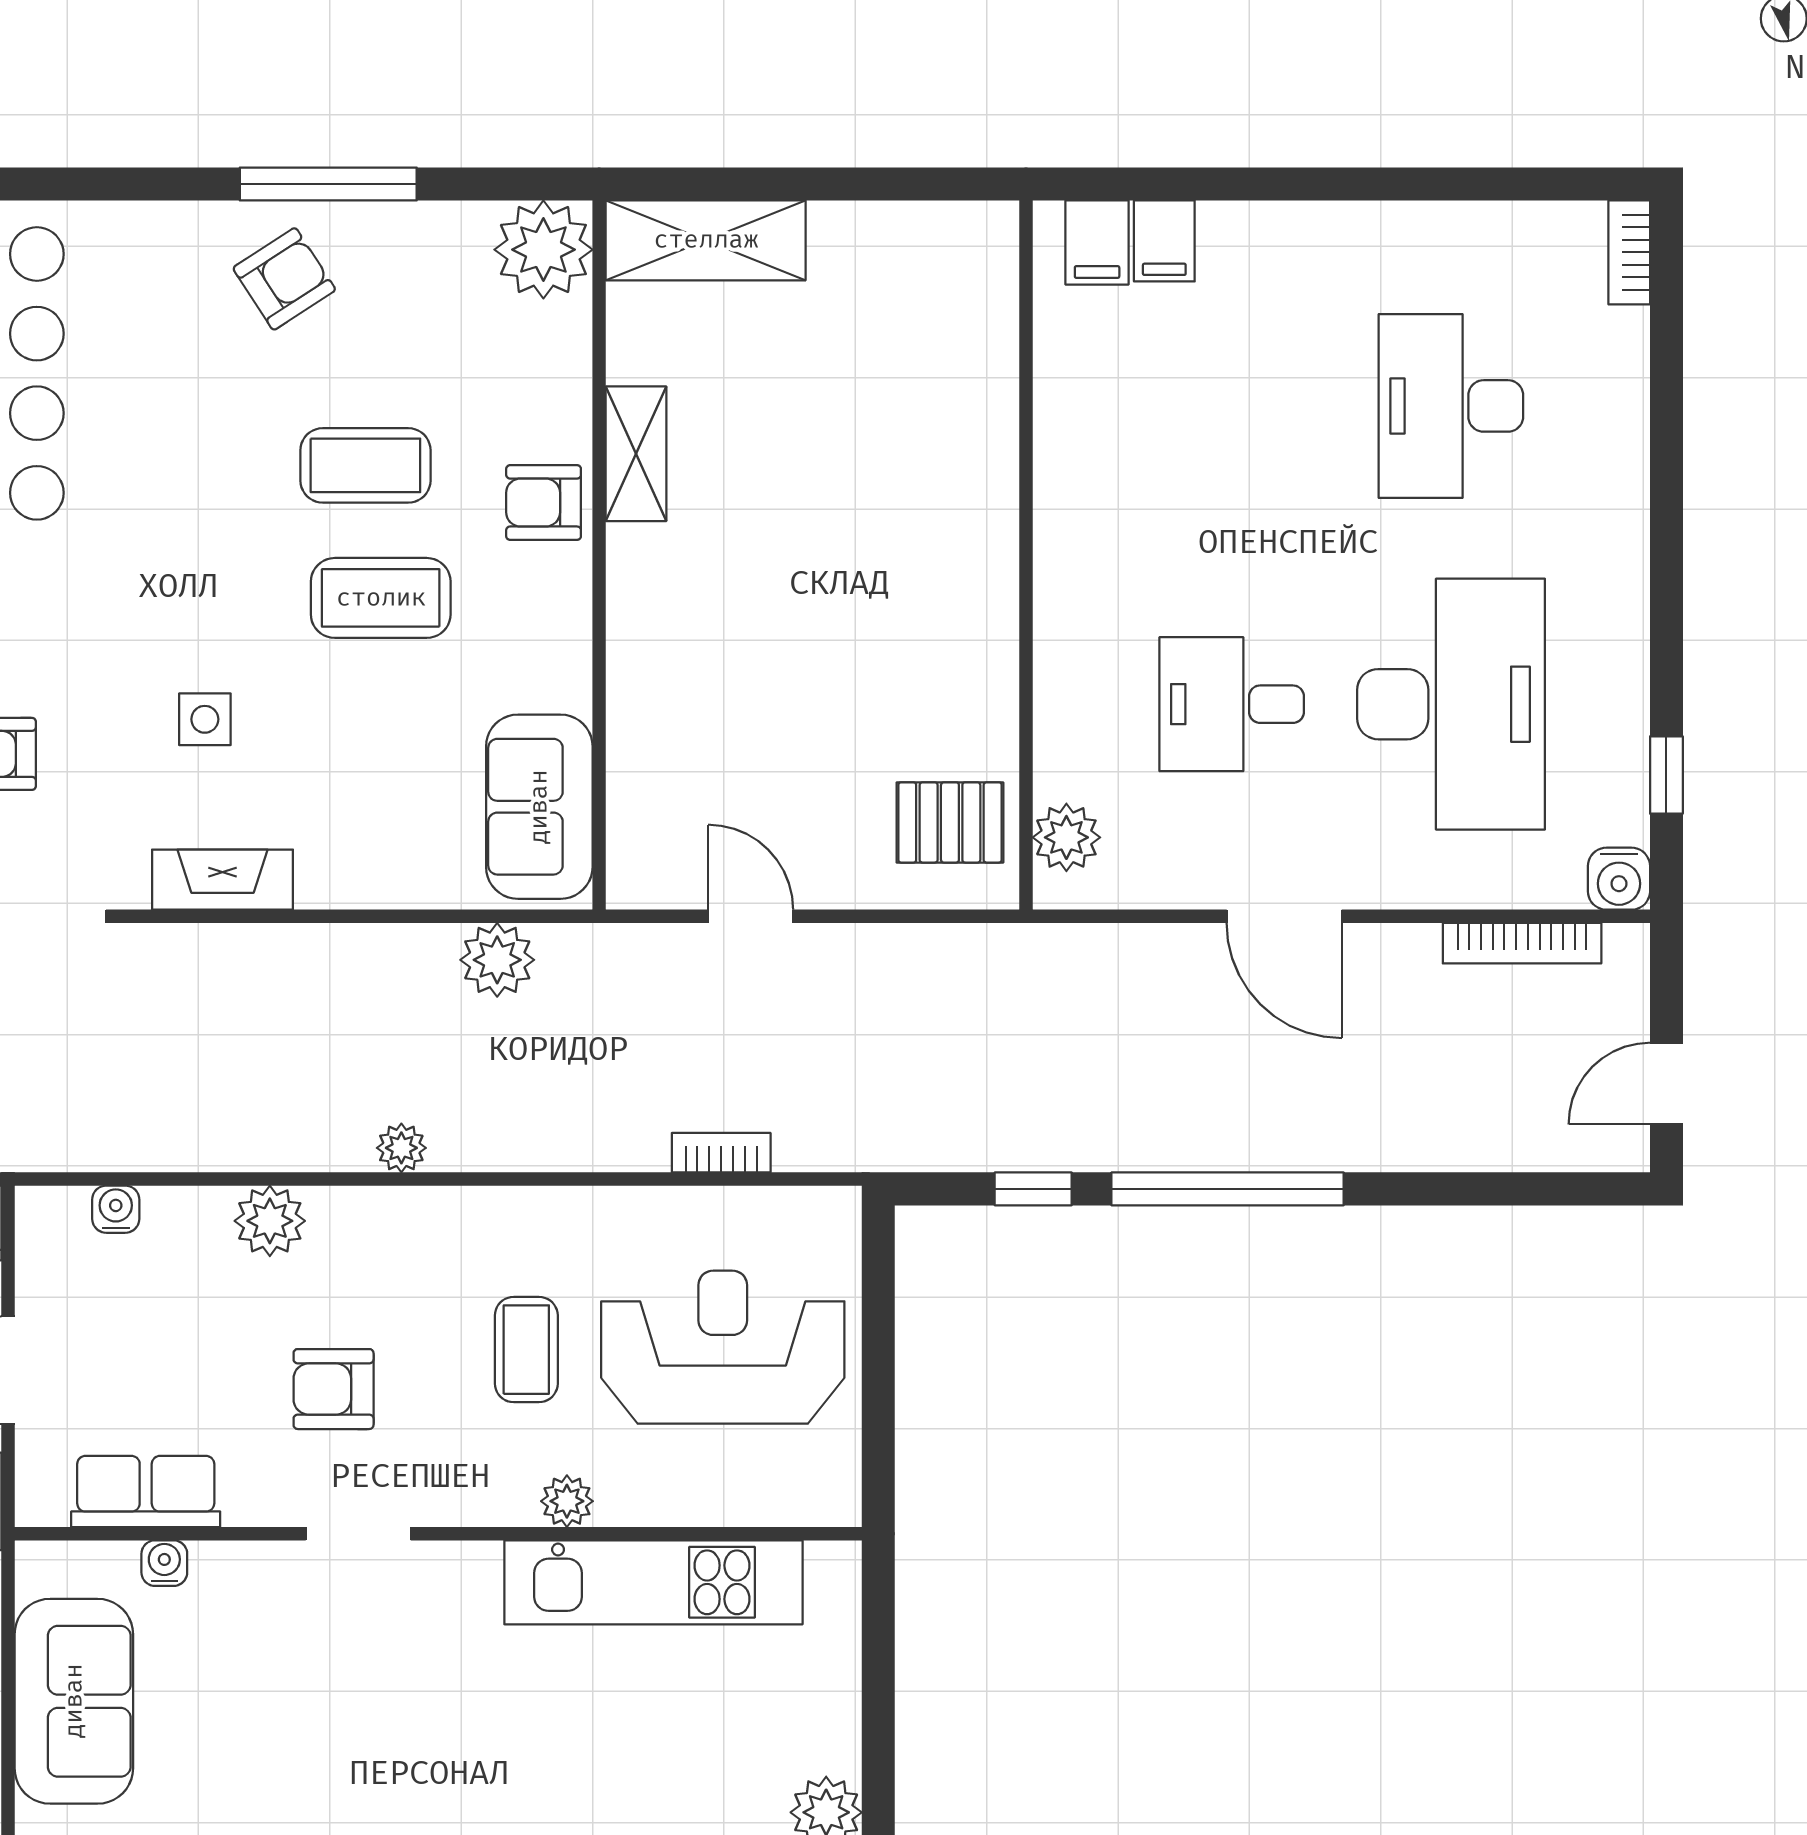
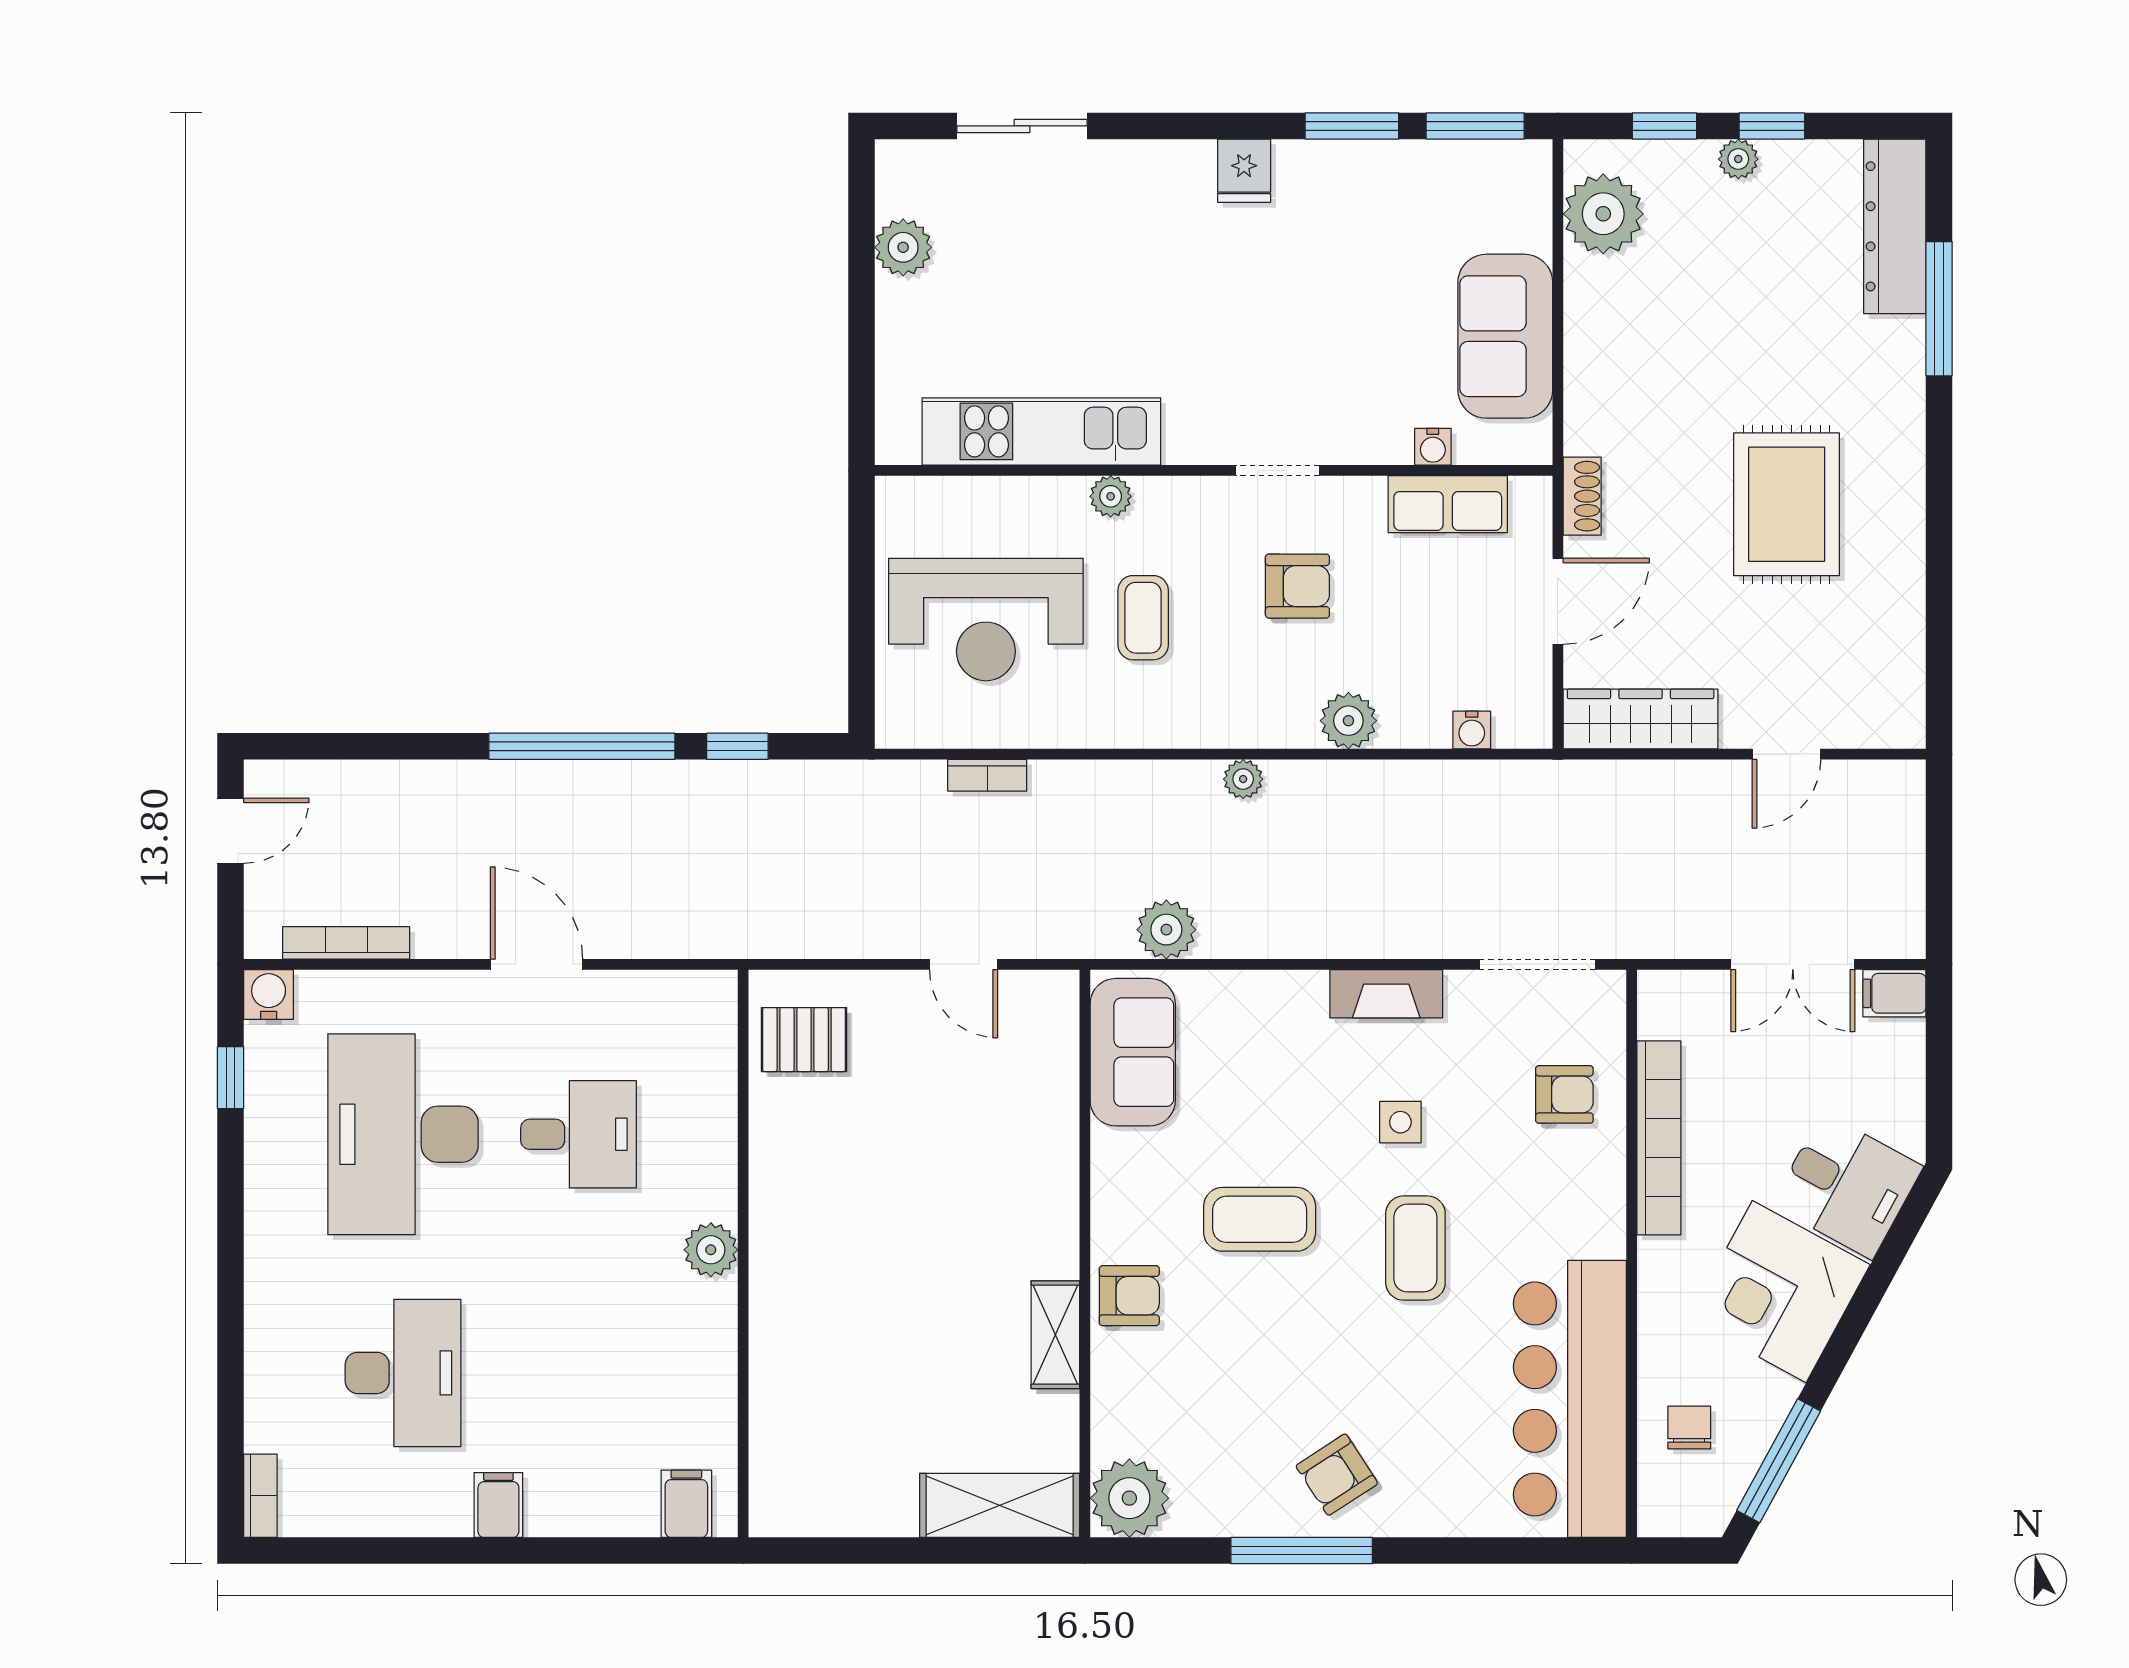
filing cabinet: (1164, 241) -> (498, 1505), moved
coffee table: (365, 465) -> (1415, 1248), moved, turned 90
plant: (1066, 837) -> (711, 1250), moved

